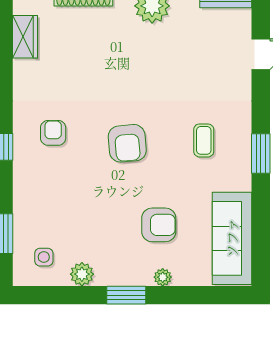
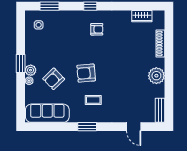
armchair: (127, 143) -> (86, 73), moved
armchair: (159, 225) -> (54, 79), turned 46
plant: (82, 274) -> (31, 70), moved

